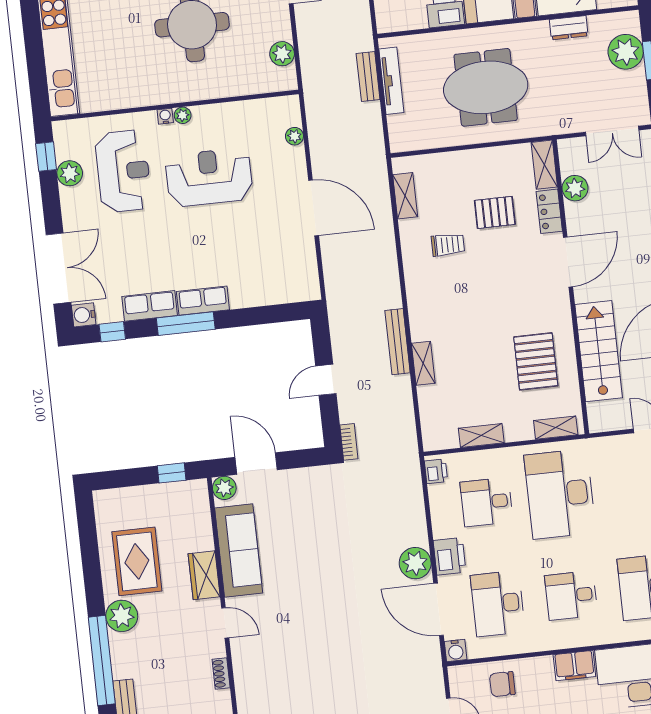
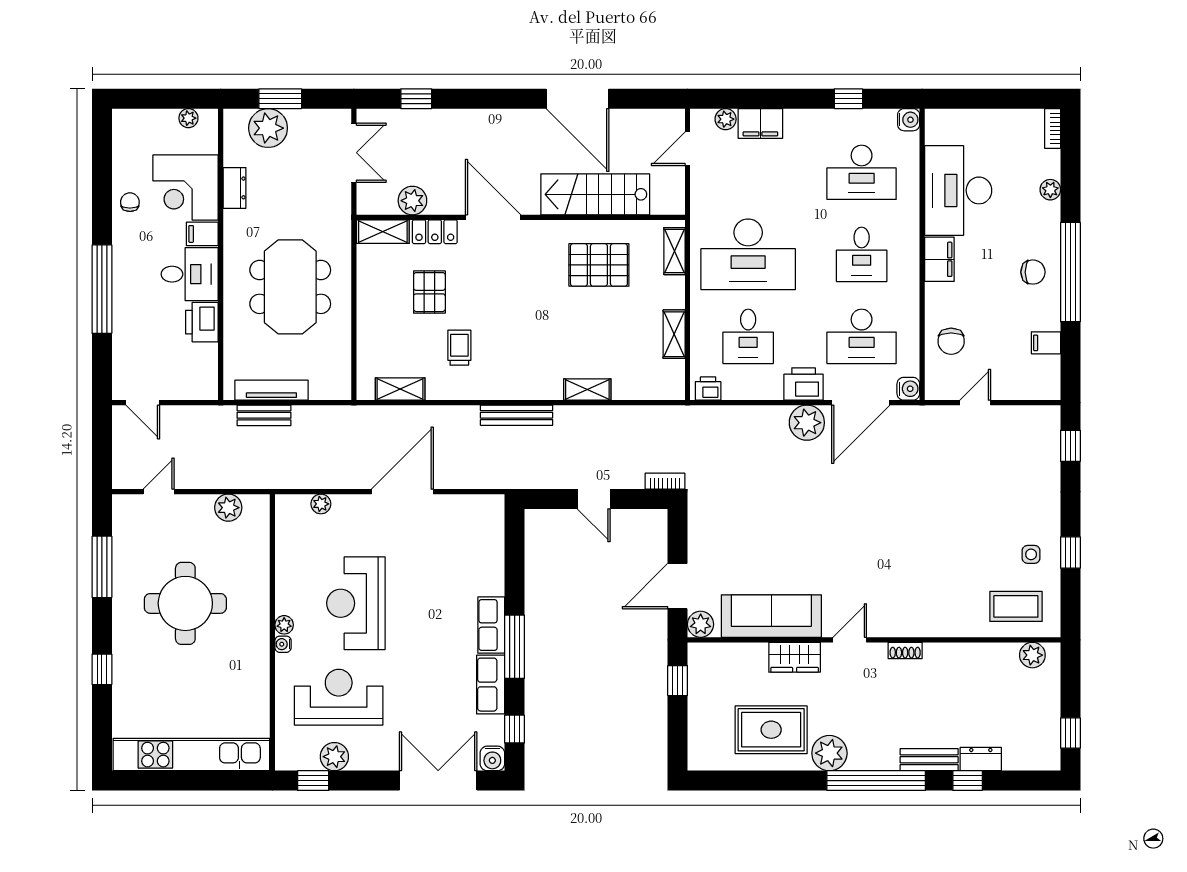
bench: (398, 342) -> (517, 415), moved

